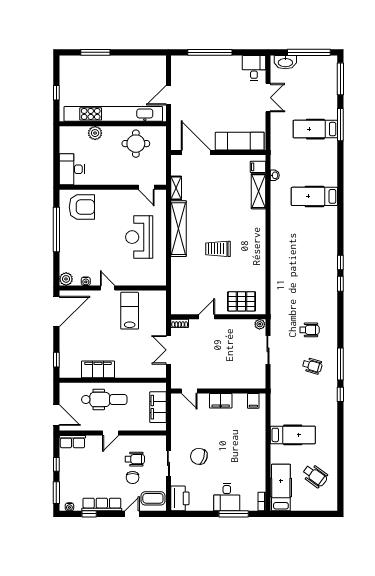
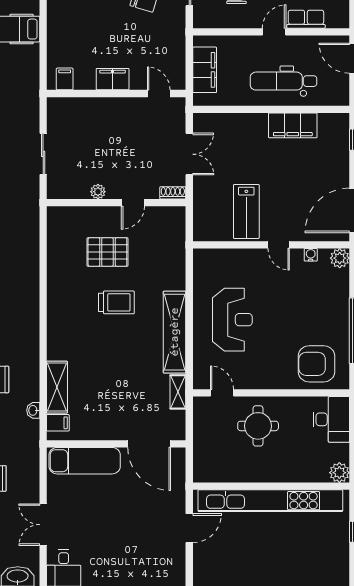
plant: (95, 133) -> (339, 473), moved
round table: (136, 144) -> (258, 426), moved
pallet: (242, 301) -> (107, 252), moved
plant: (260, 324) -> (98, 192), moved
row of seats: (72, 442) -> (306, 19), moved

